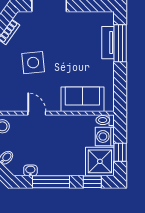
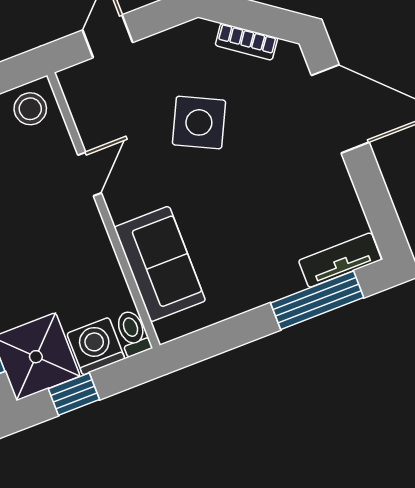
tv unit: (108, 43) -> (340, 260), moved
side table: (33, 63) -> (199, 122), turned 32

